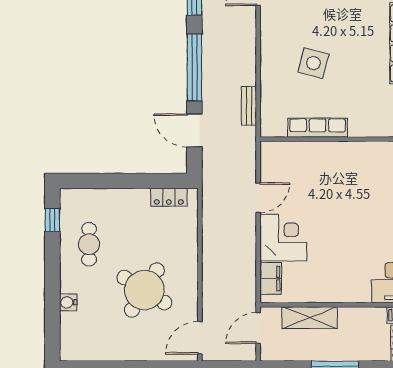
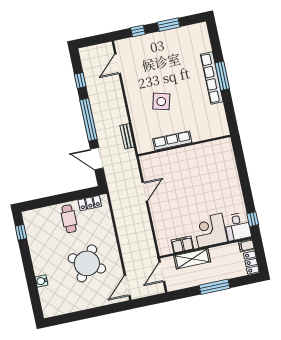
corner desk: (283, 238) -> (210, 230), moved, turned -90
cafe table: (89, 244) -> (69, 219), moved
filing cabinet: (271, 279) -> (182, 244), moved, turned -90

